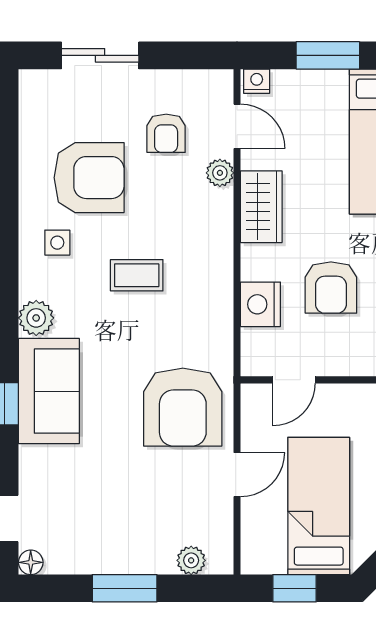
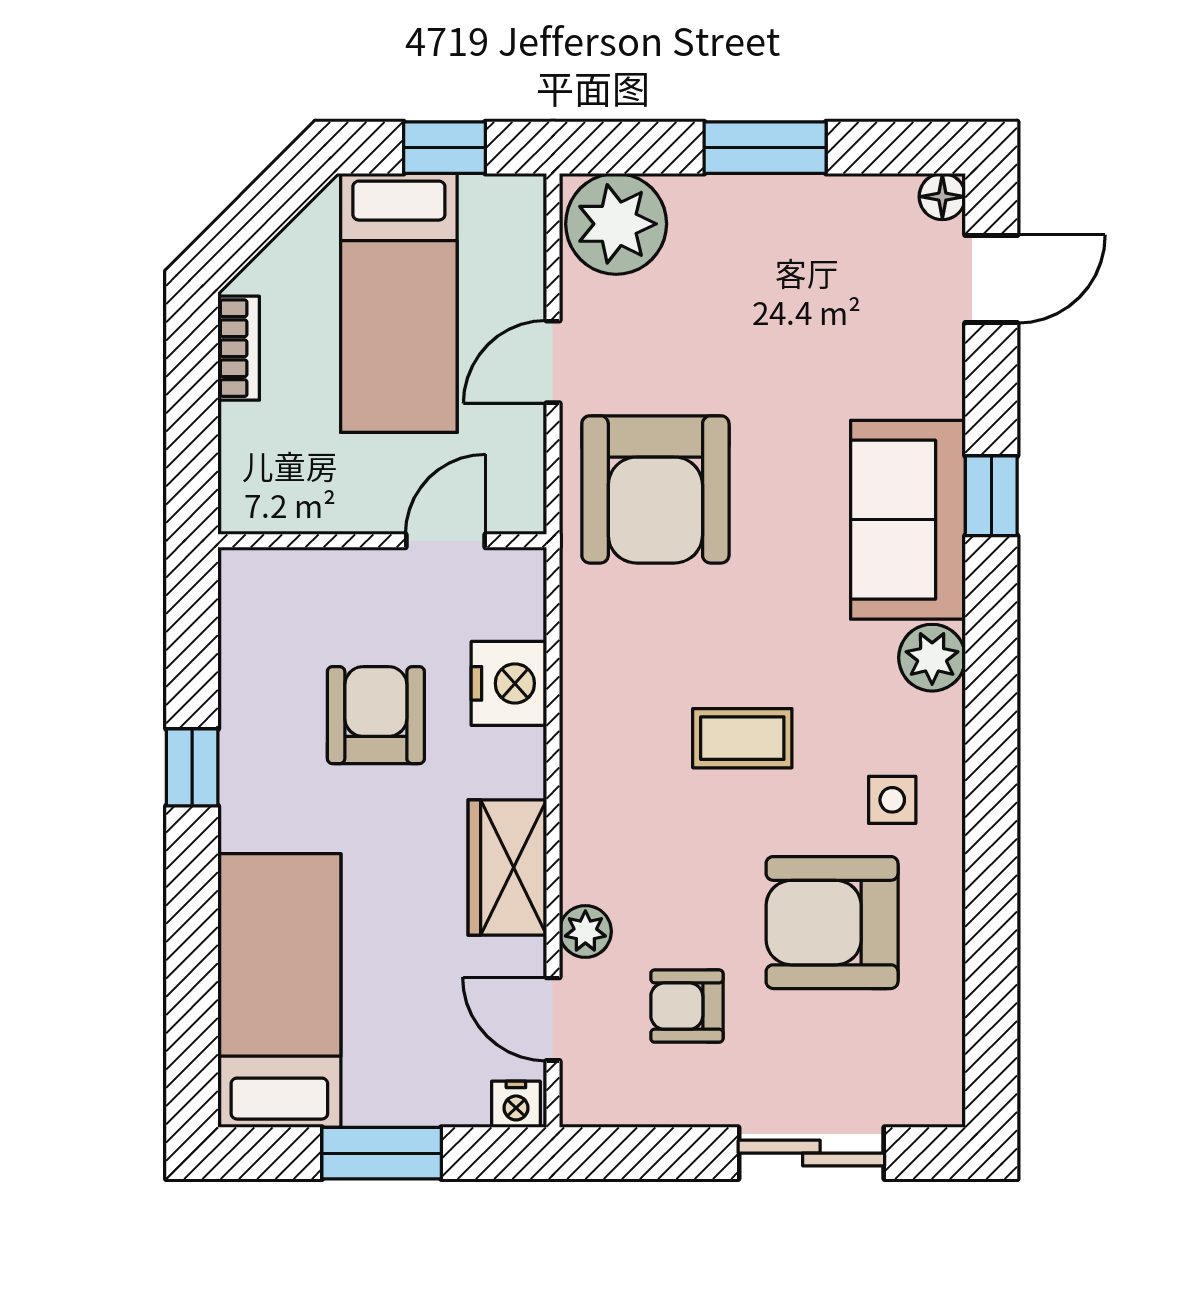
armchair: (166, 133) -> (687, 1006), turned -90
armchair: (183, 407) -> (655, 489), turned 180
plant: (191, 560) -> (616, 224), width x1.88, depth x1.88

